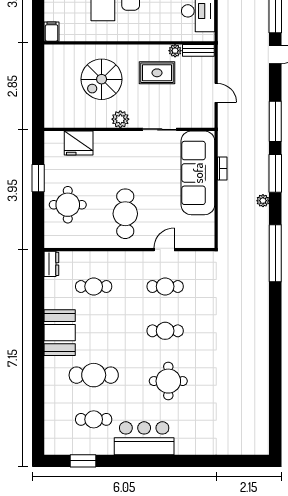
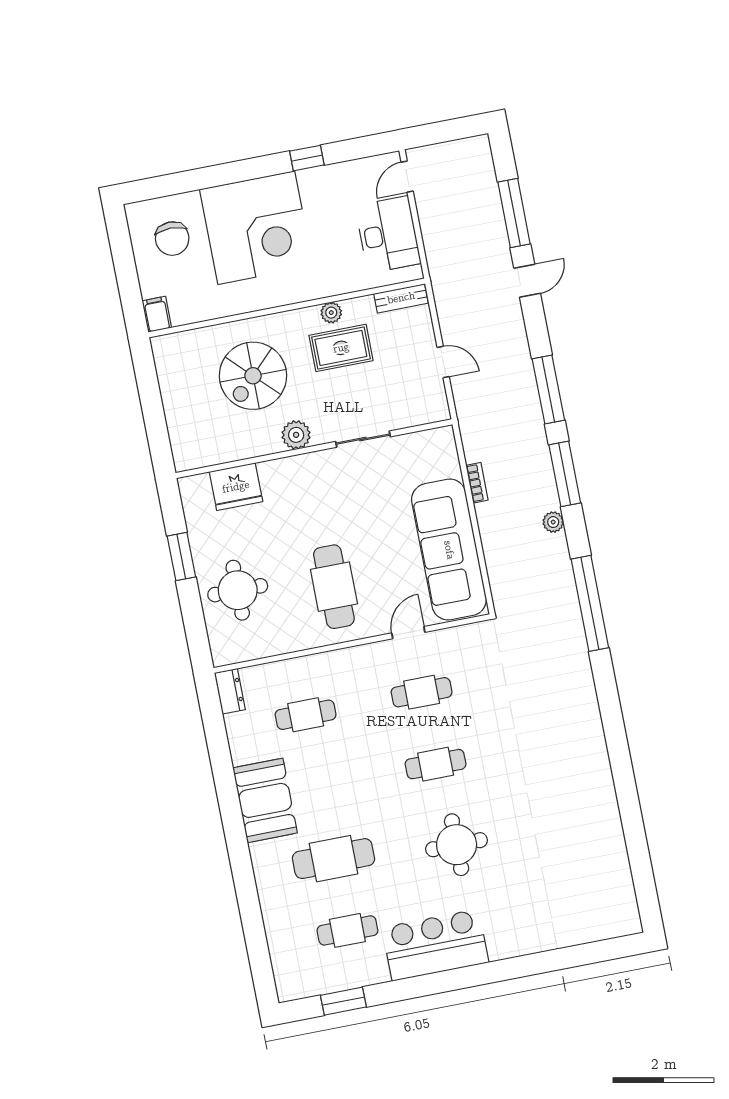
plant: (175, 51) -> (331, 313), moved
sofa: (198, 173) -> (449, 550), moved

